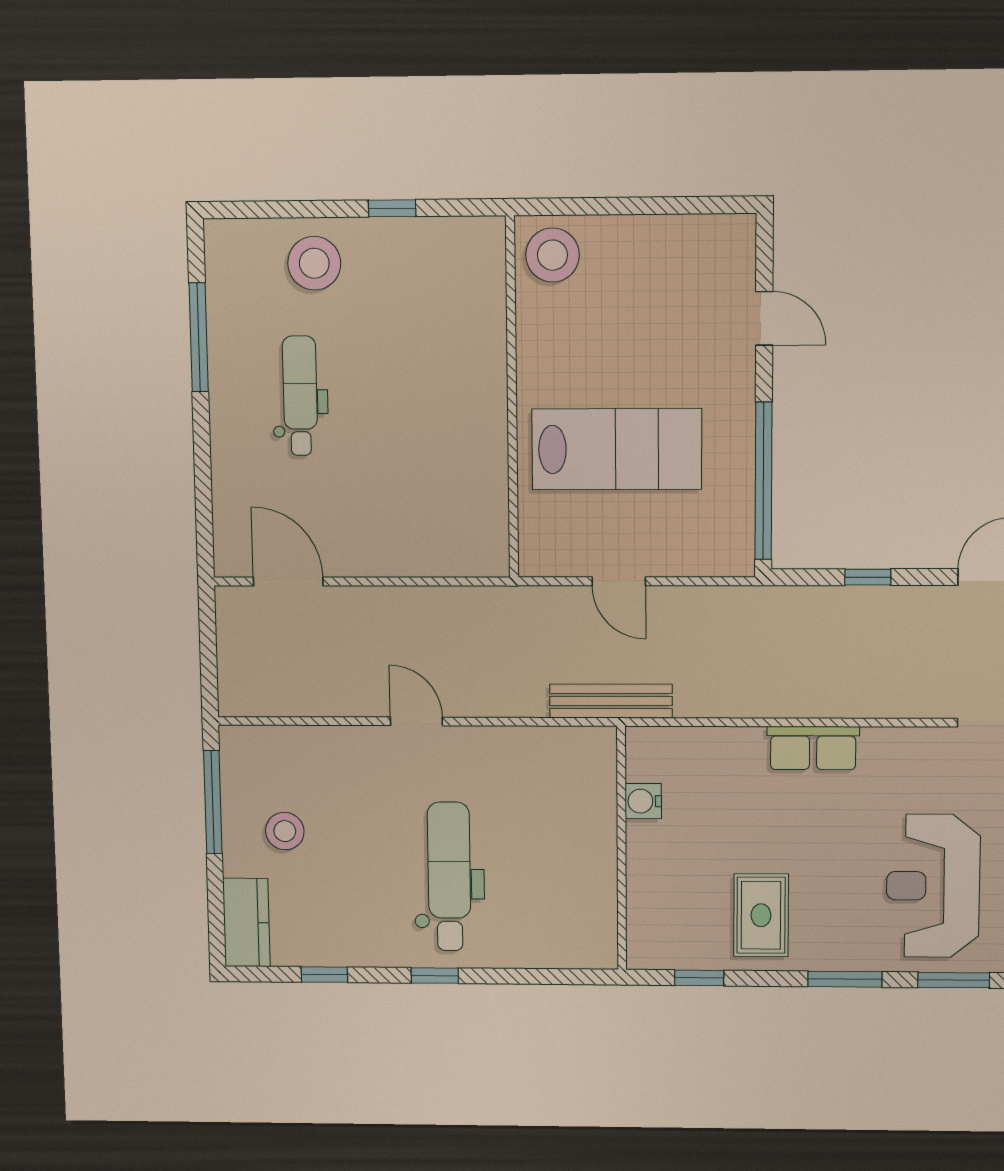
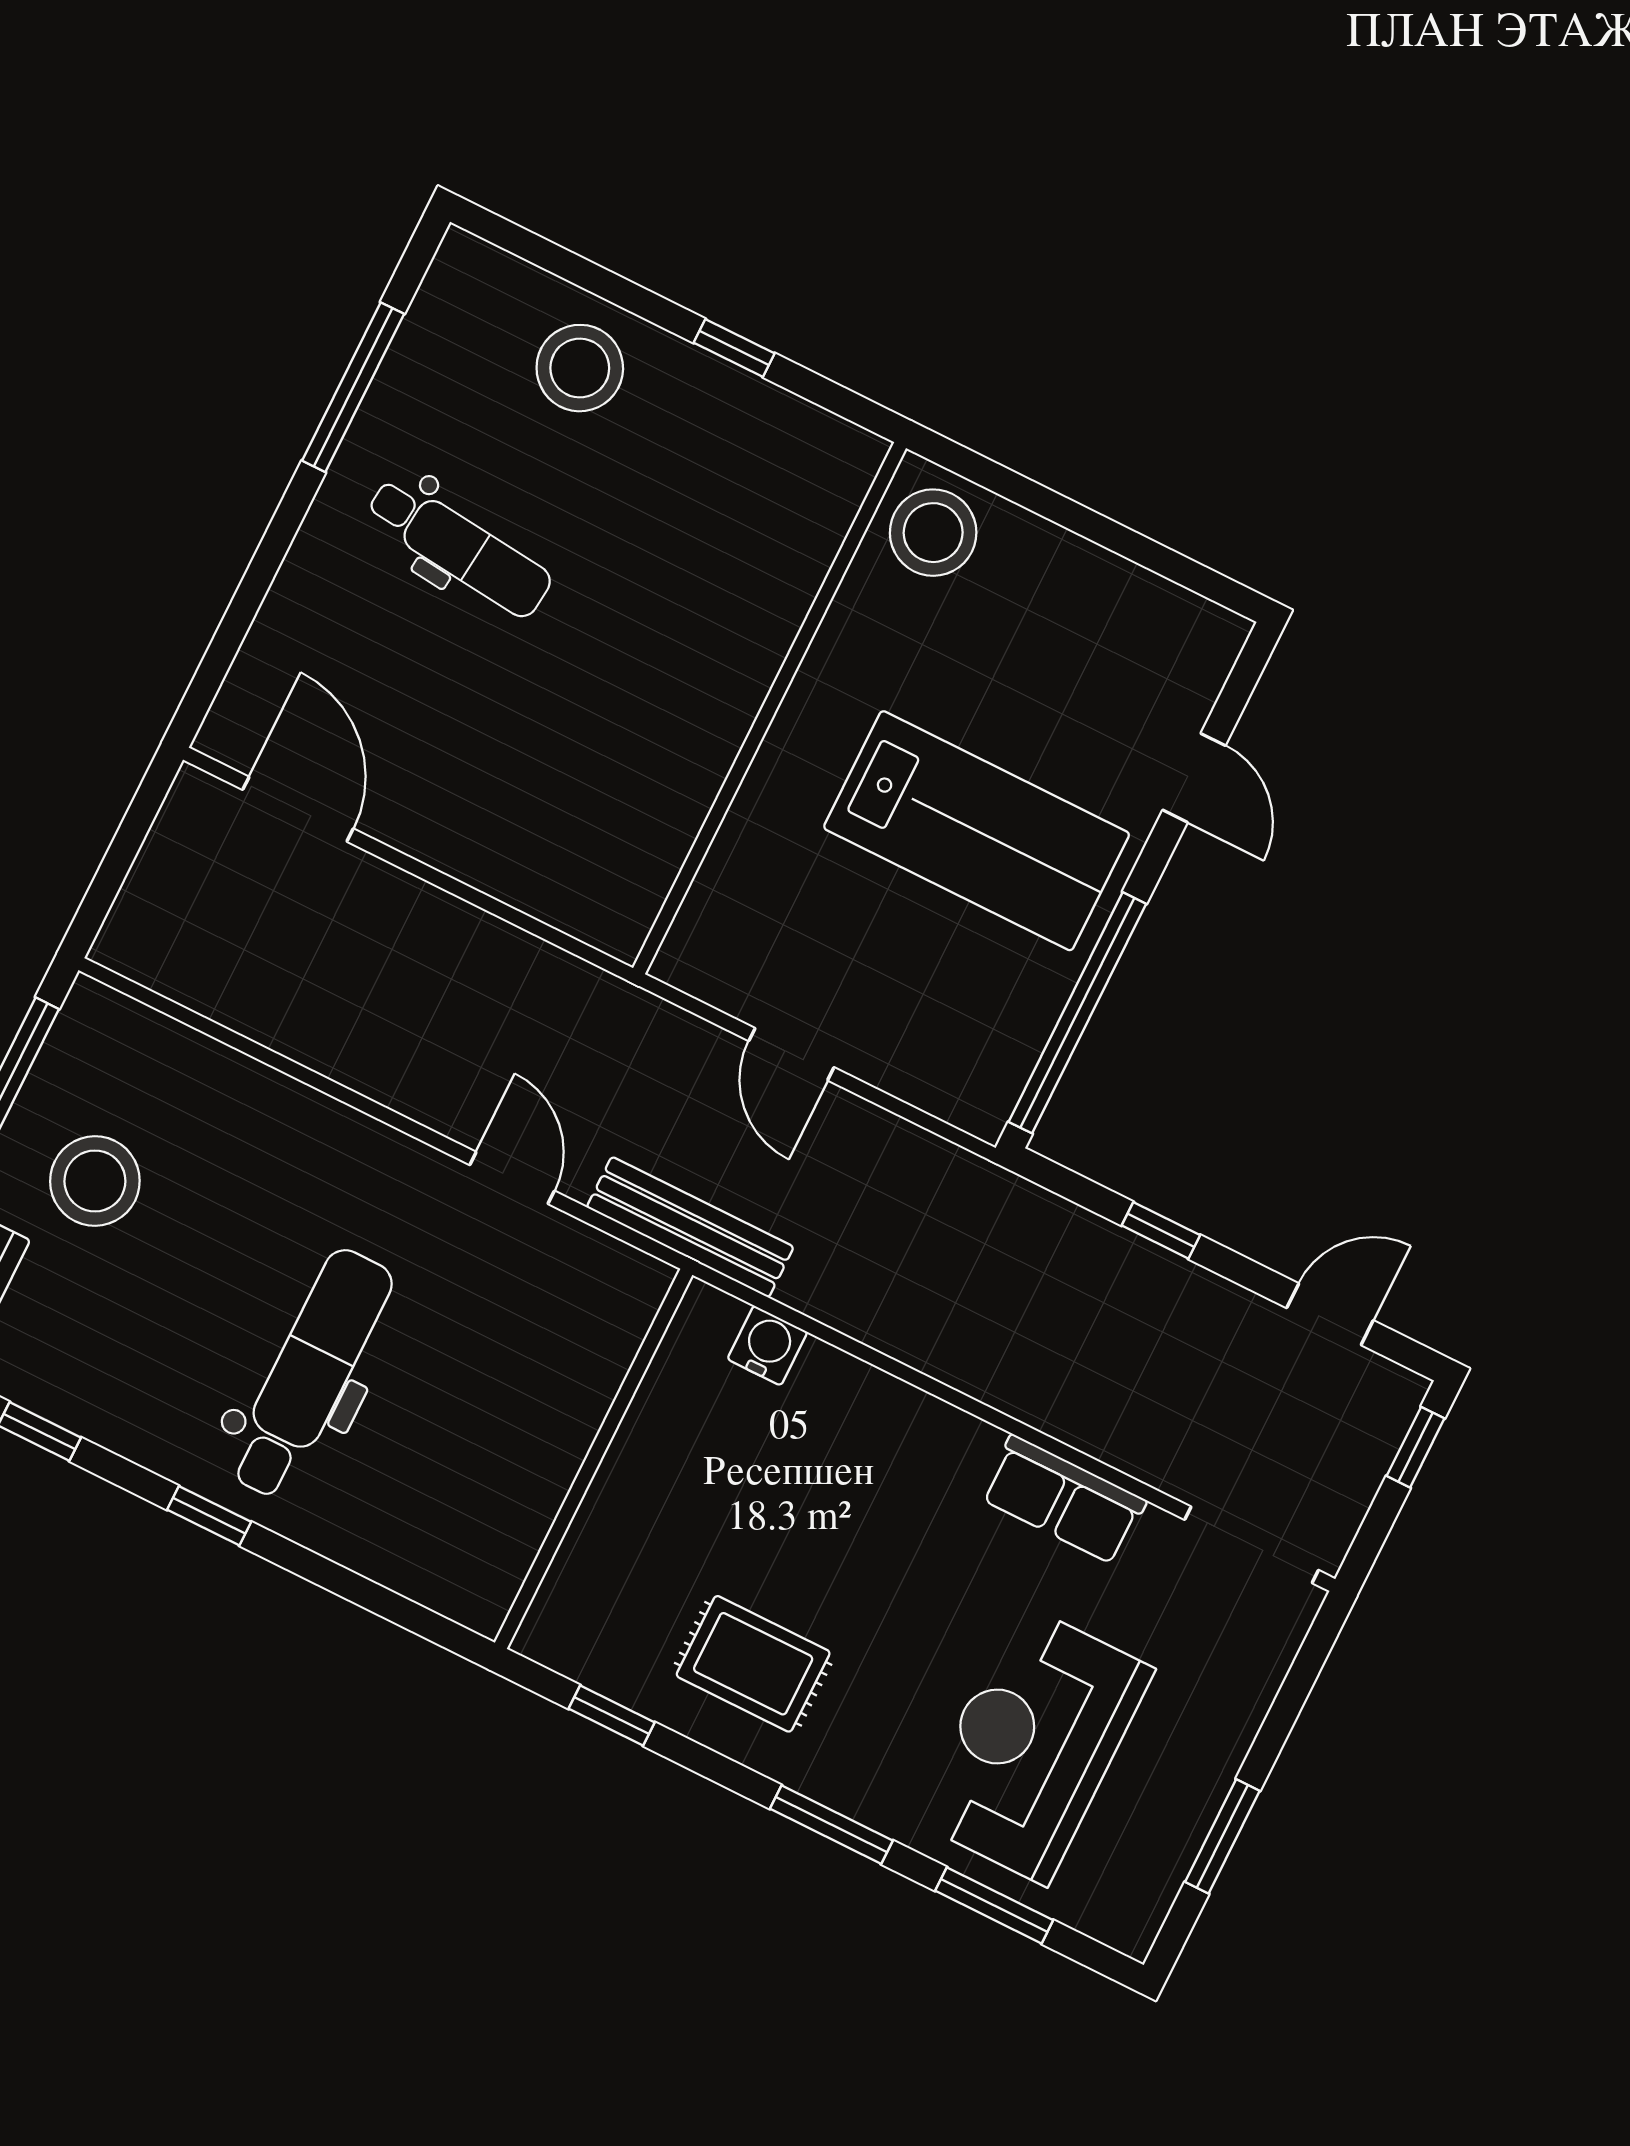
dental chair: (300, 396) -> (459, 547), turned 96
lab bench: (617, 449) -> (977, 831), moved
door: (416, 721) -> (512, 1178), moved
row of seats: (813, 748) -> (1063, 1500), moved
water cooler: (643, 801) -> (767, 1346), moved, turned 90
stool: (285, 831) -> (95, 1181), width x1.38, depth x1.38
rug: (761, 915) -> (753, 1664), turned 90

